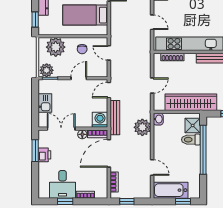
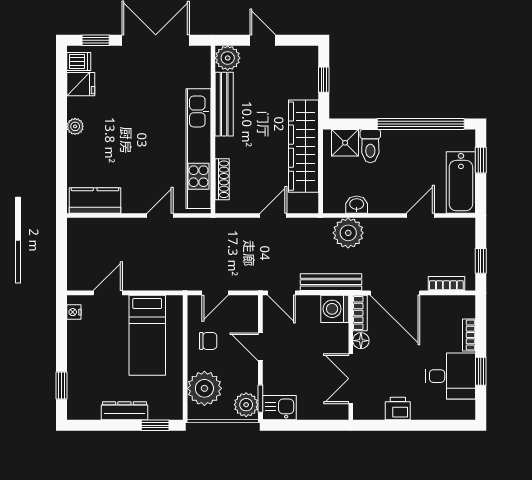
door: (152, 86) -> (273, 215), hinge flipped
kitchen sink: (45, 103) -> (279, 408), moved
washbasin: (158, 119) -> (357, 205), moved
window: (203, 150) -> (421, 124), moved
window: (35, 151) -> (390, 425), removed

